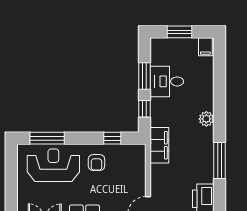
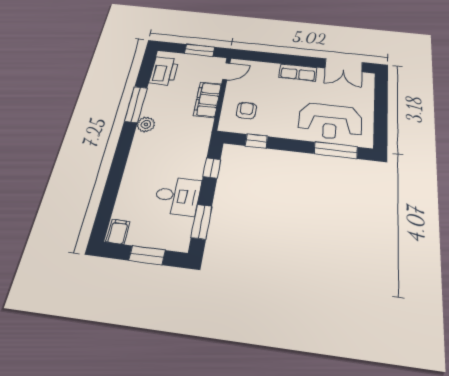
window: (144, 76) -> (202, 222), moved
plant: (206, 119) -> (146, 124), moved
filing cabinet: (159, 145) -> (207, 100), moved
armchair: (96, 162) -> (246, 110), moved

